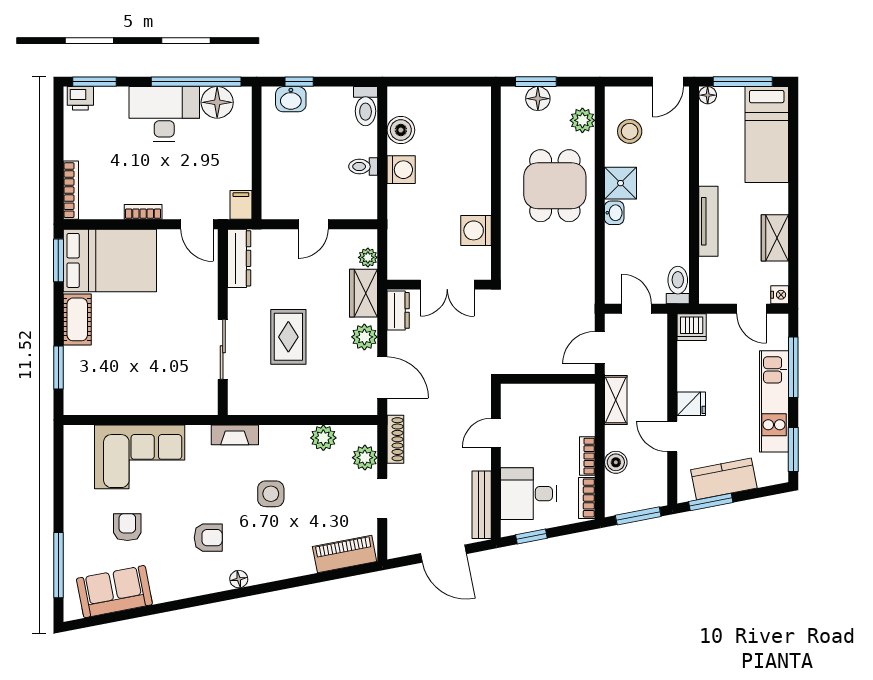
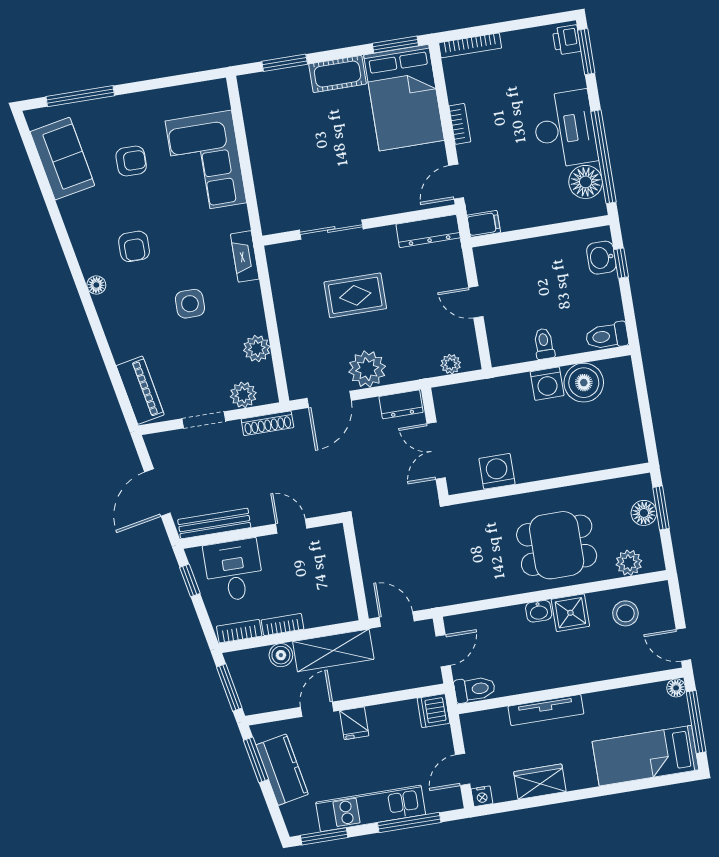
boiler: (401, 130) -> (584, 383), width x1.37, depth x1.37
wardrobe: (364, 293) -> (413, 366), removed
plant: (364, 337) -> (367, 369), width x1.36, depth x1.36
shelving: (616, 400) -> (333, 650), width x1.50, depth x1.33

